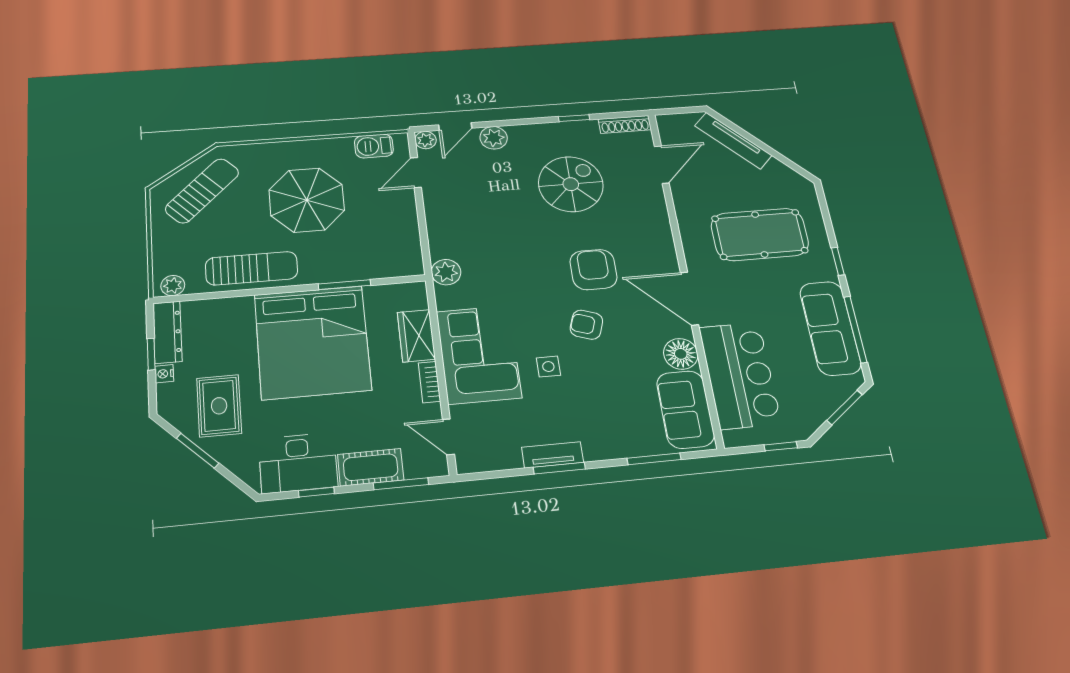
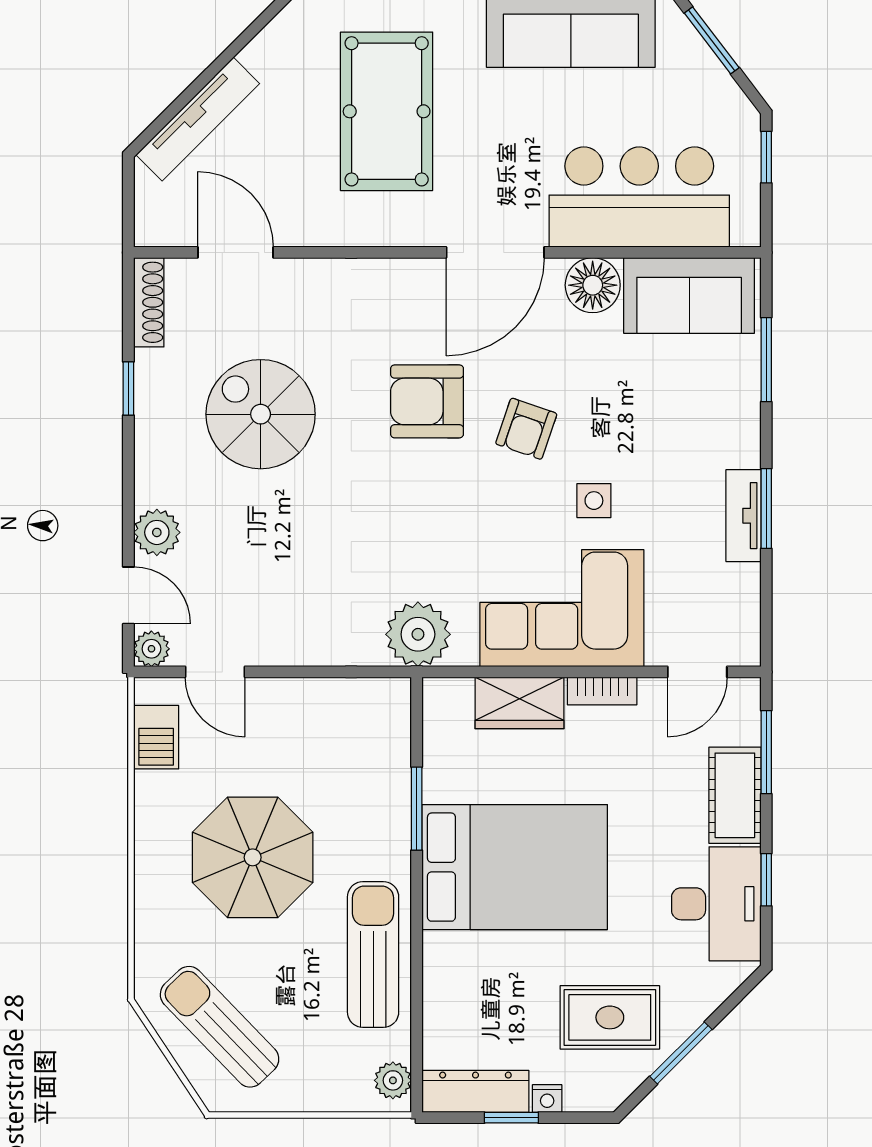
plant: (446, 272) -> (418, 634), width x1.36, depth x1.36
bed: (312, 342) -> (515, 867), width x0.73

